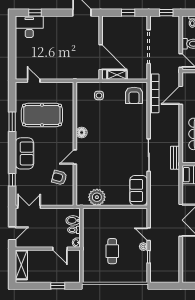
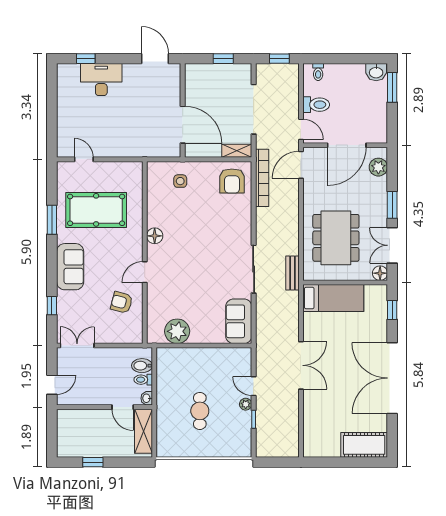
desk: (29, 27) -> (101, 80), moved
shelving: (117, 75) -> (237, 151), moved
door: (181, 95) -> (301, 165), moved
shelving: (21, 265) -> (143, 431), moved
window: (58, 286) -> (93, 462), moved

